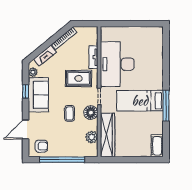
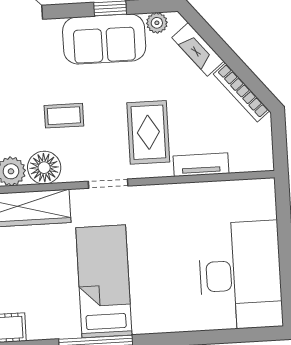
desk: (117, 64) -> (240, 275), moved, turned 90
floor lamp: (91, 113) -> (44, 168), moved

